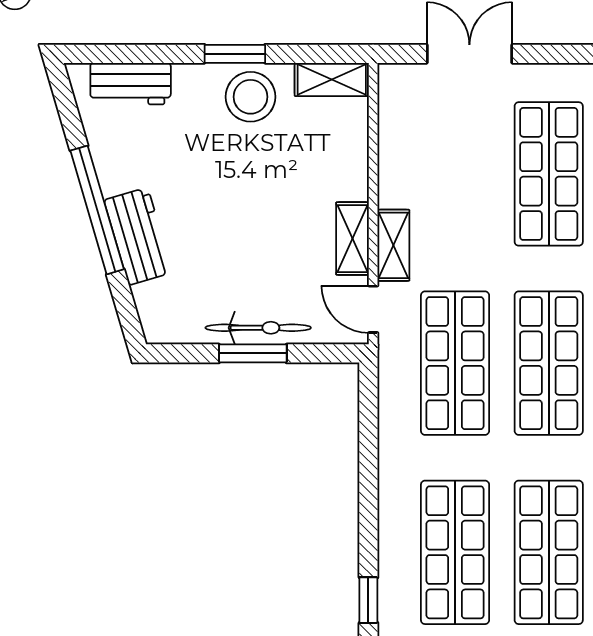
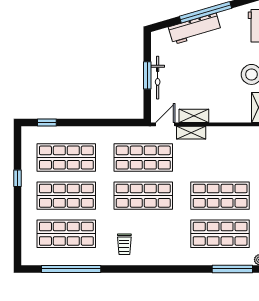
workbench: (138, 236) -> (195, 29), width x1.38

